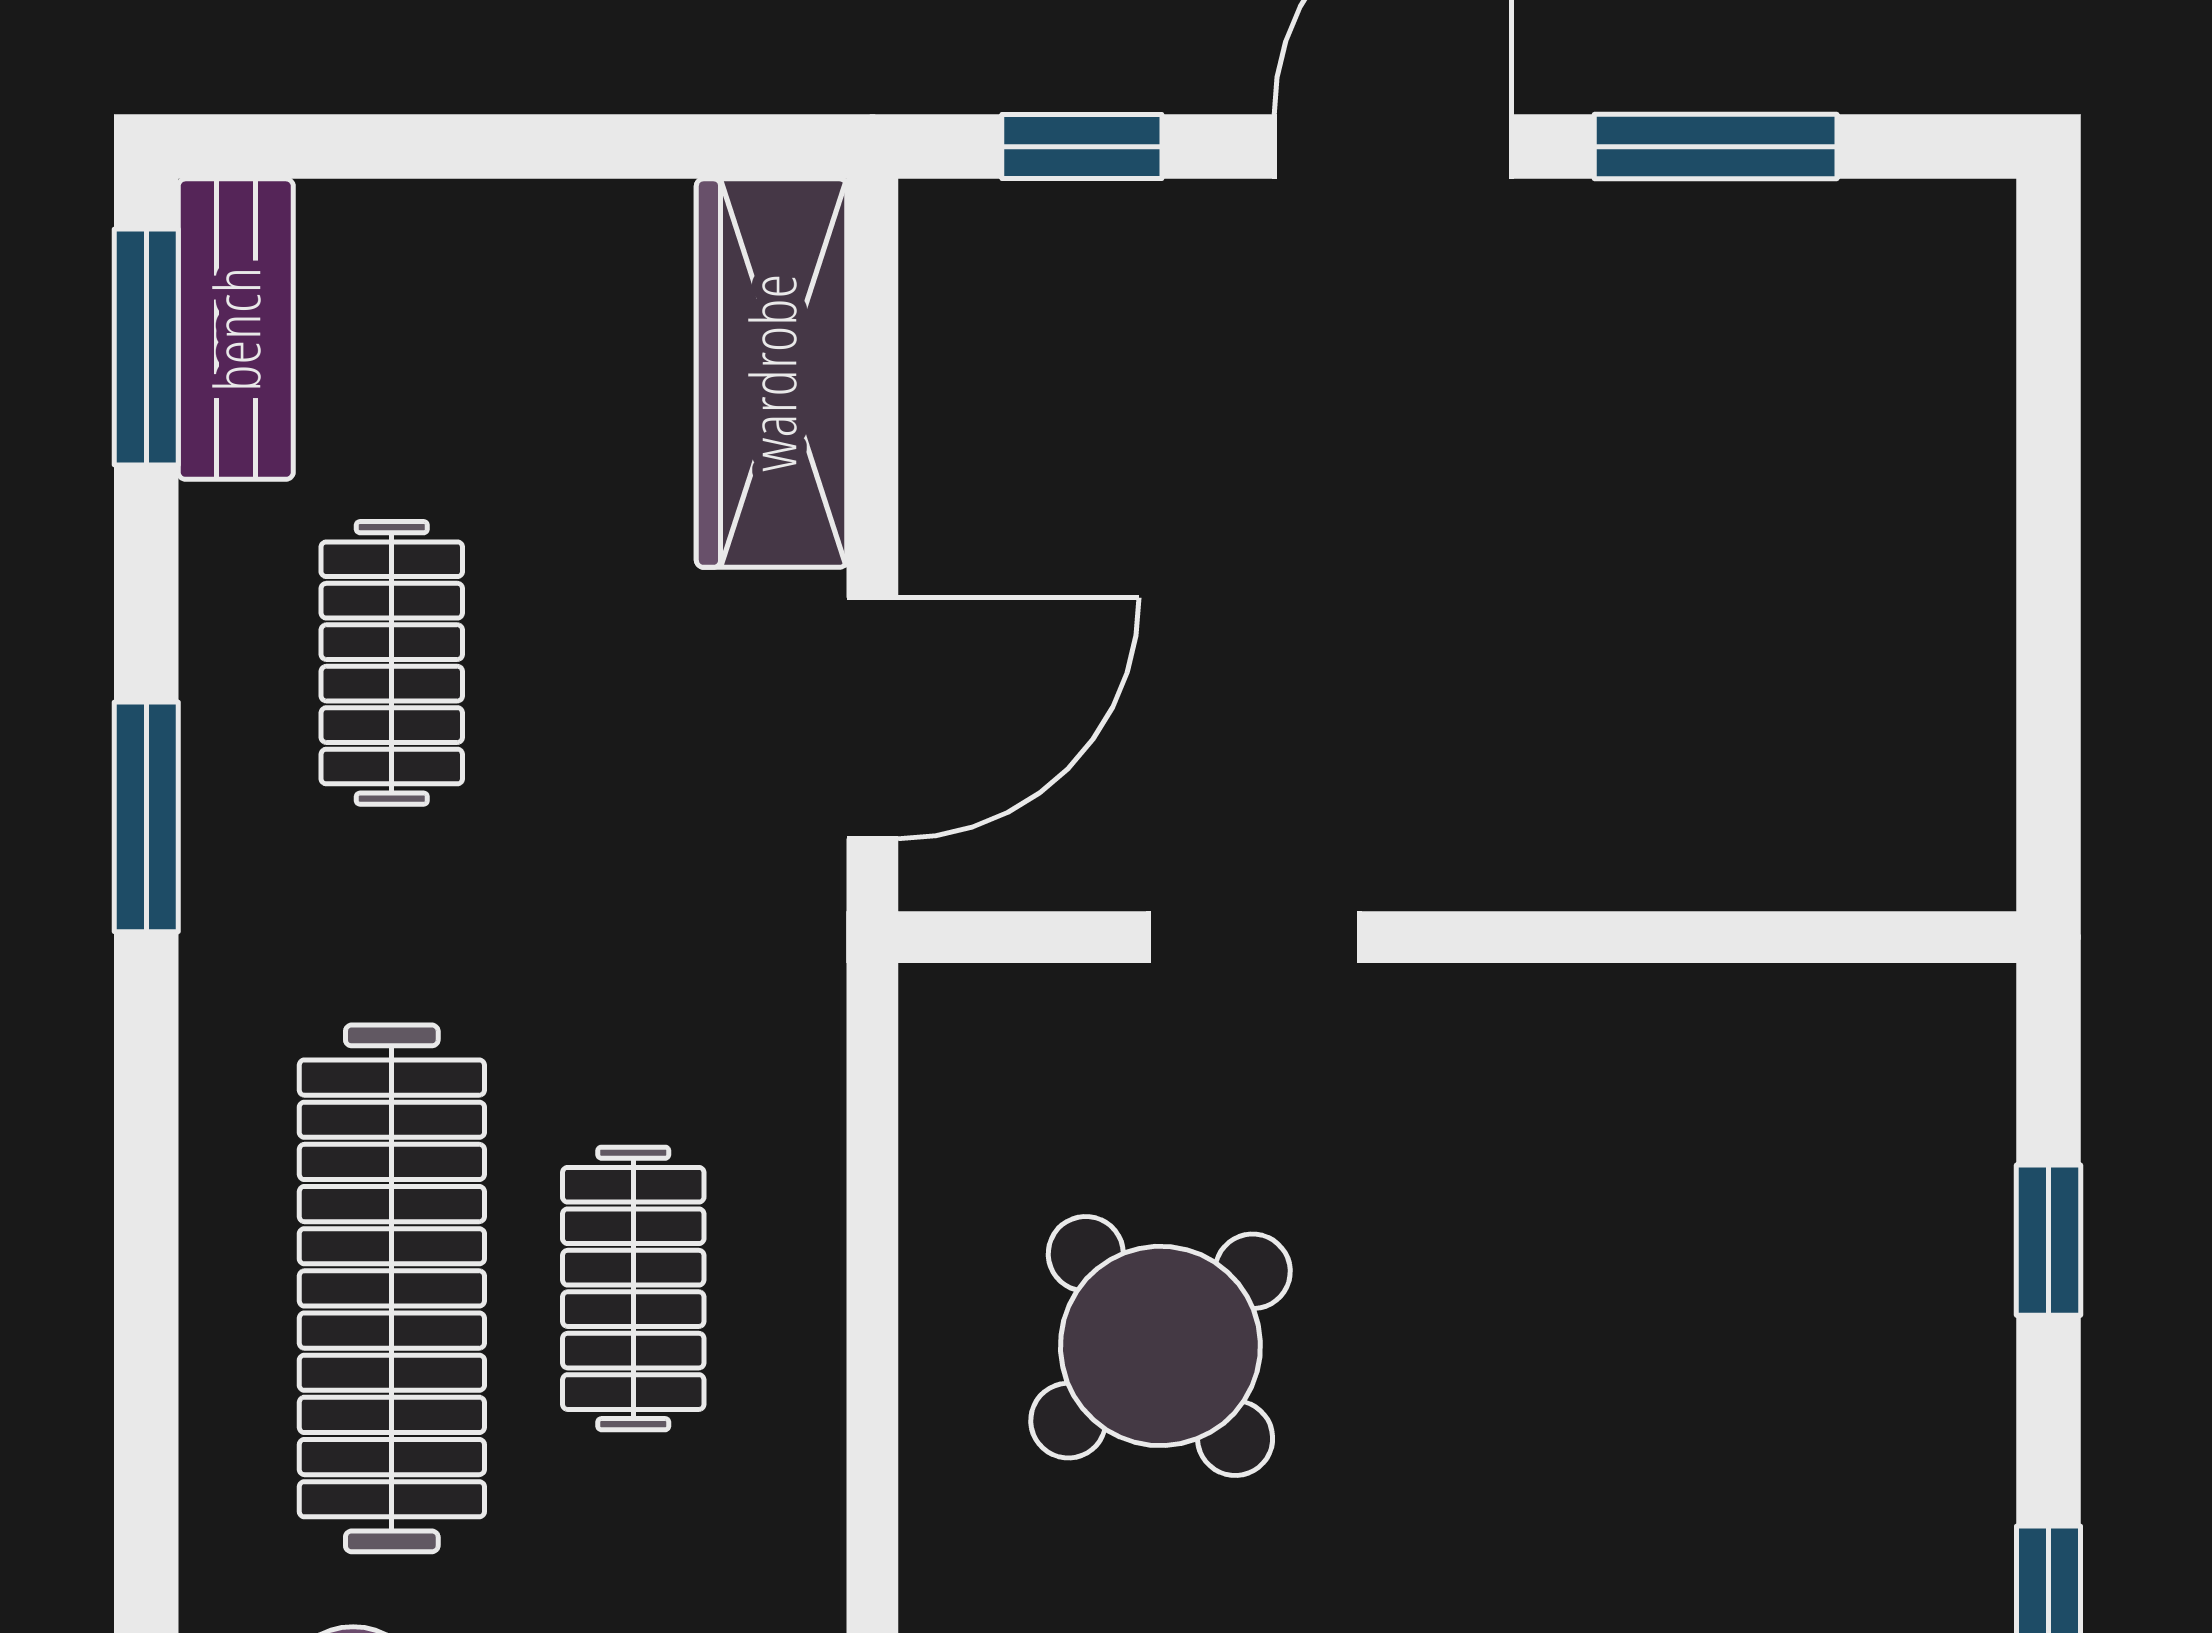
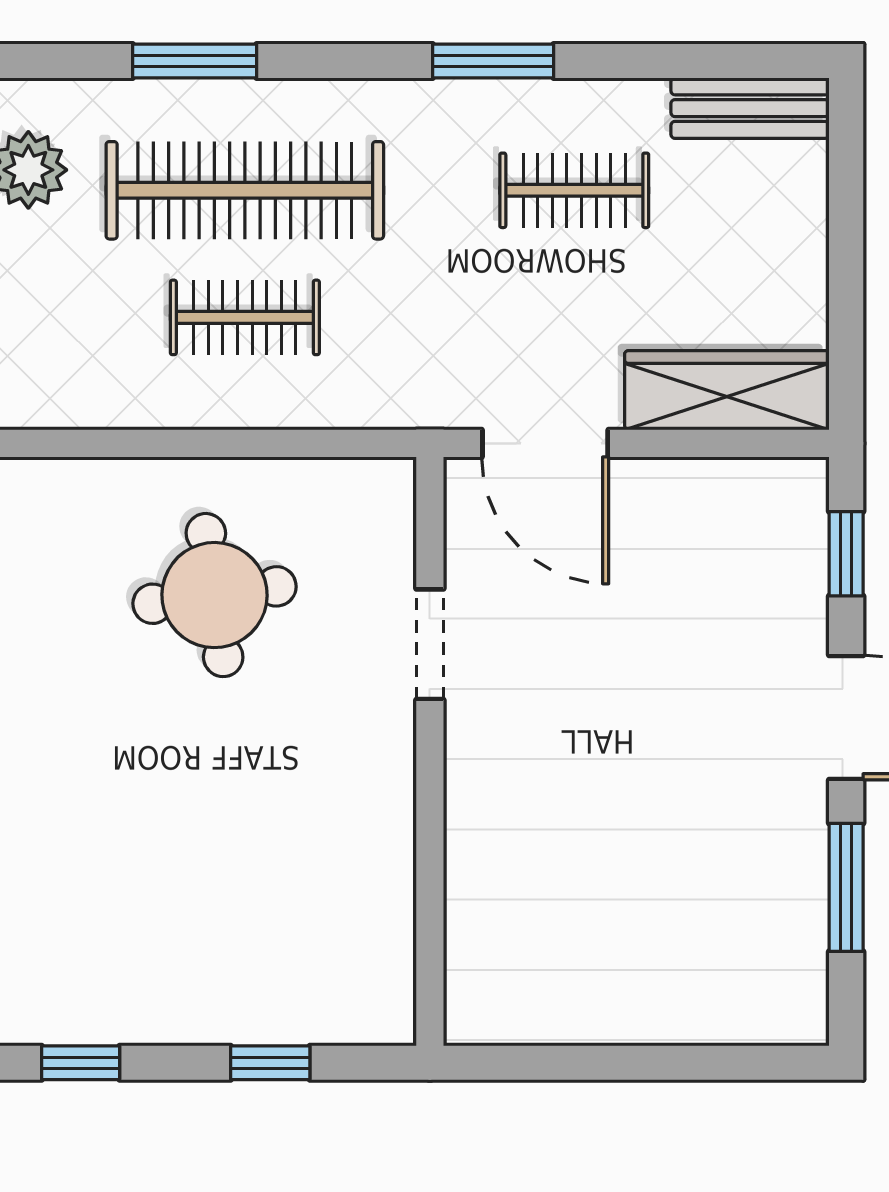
window: (146, 347) -> (195, 61), moved
round table: (1160, 1346) -> (215, 595), turned 31

